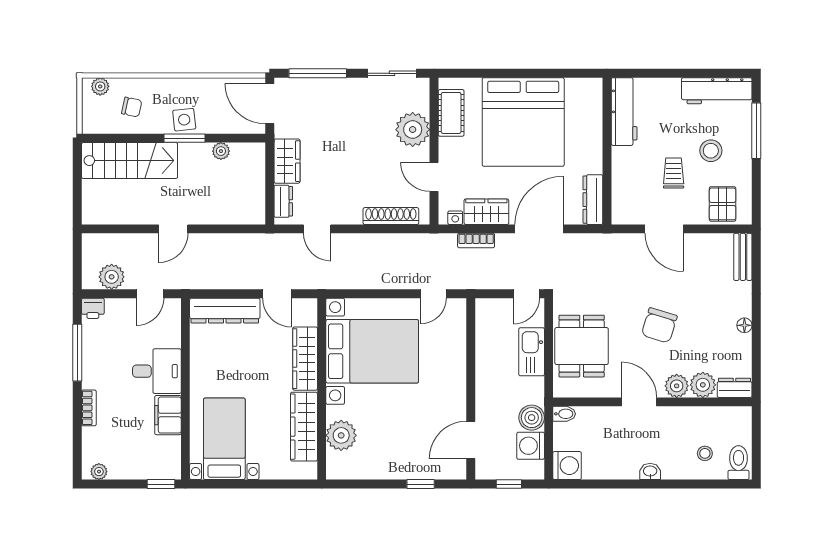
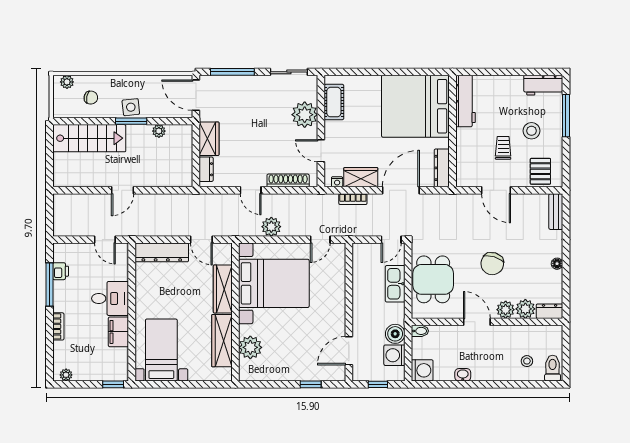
workbench: (717, 91) -> (543, 85), width x0.73
bed: (523, 122) -> (415, 106), moved, turned 90
door: (317, 229) -> (251, 190), moved
plant: (112, 277) -> (271, 227), moved
door: (150, 294) -> (105, 240), hinge flipped
printer: (93, 308) -> (61, 271), moved, turned -90
washbasin: (650, 471) -> (463, 375), moved

